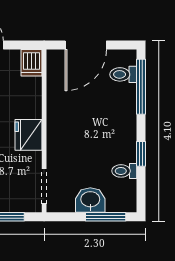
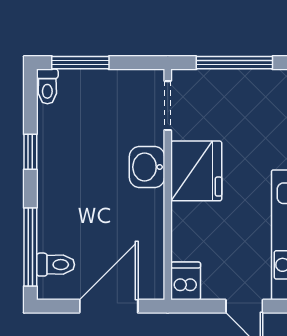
fridge: (29, 135) -> (196, 171), width x1.36, depth x1.34
toilet: (124, 171) -> (47, 86), moved, turned 90
washbasin: (90, 200) -> (147, 167), moved, turned 90

